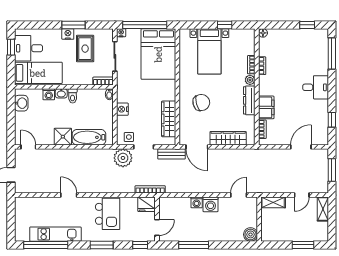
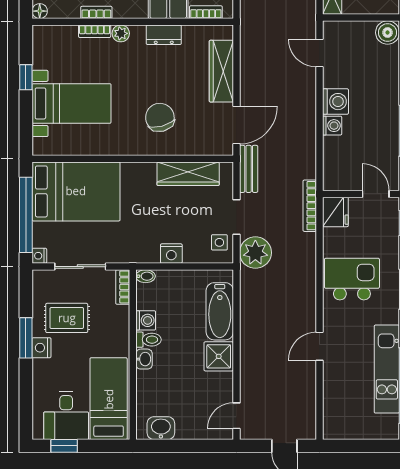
washing machine: (49, 94) -> (146, 320), moved
dresser: (249, 100) -> (164, 35), width x0.70

